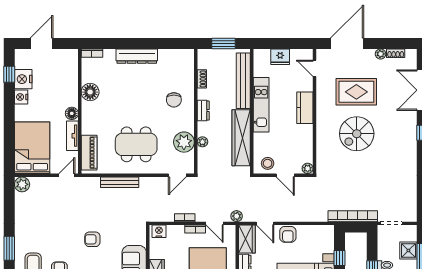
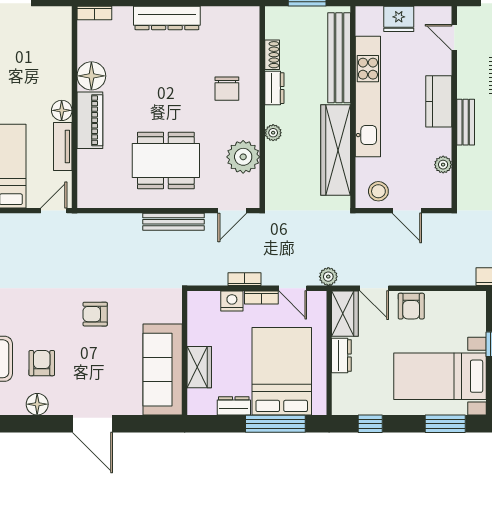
kitchen unit: (261, 105) -> (368, 96), width x1.36
dresser: (203, 111) -> (274, 88), moved
bench: (322, 121) -> (466, 122), added
plant: (202, 142) -> (273, 133), moved
piano: (89, 153) -> (90, 120), moved
plant: (308, 168) -> (443, 165), moved
bench: (120, 182) -> (173, 222), moved
nightstand: (159, 231) -> (232, 301), moved

